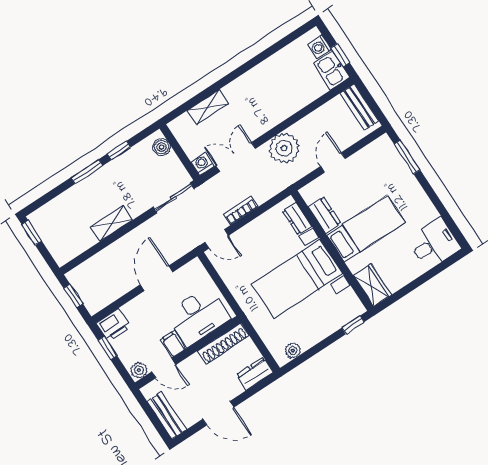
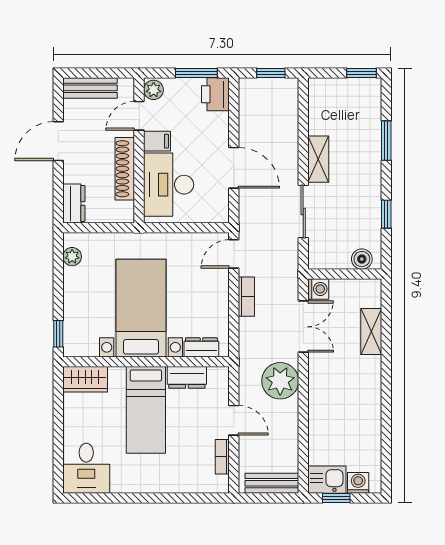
bookcase: (364, 154) -> (222, 457), added
window: (407, 157) -> (191, 498), removed
window: (87, 172) -> (386, 141), moved
sliding door: (174, 198) -> (303, 211), moved
shoe rack: (223, 343) -> (125, 169), moved
window: (107, 348) -> (196, 73), width x1.50

